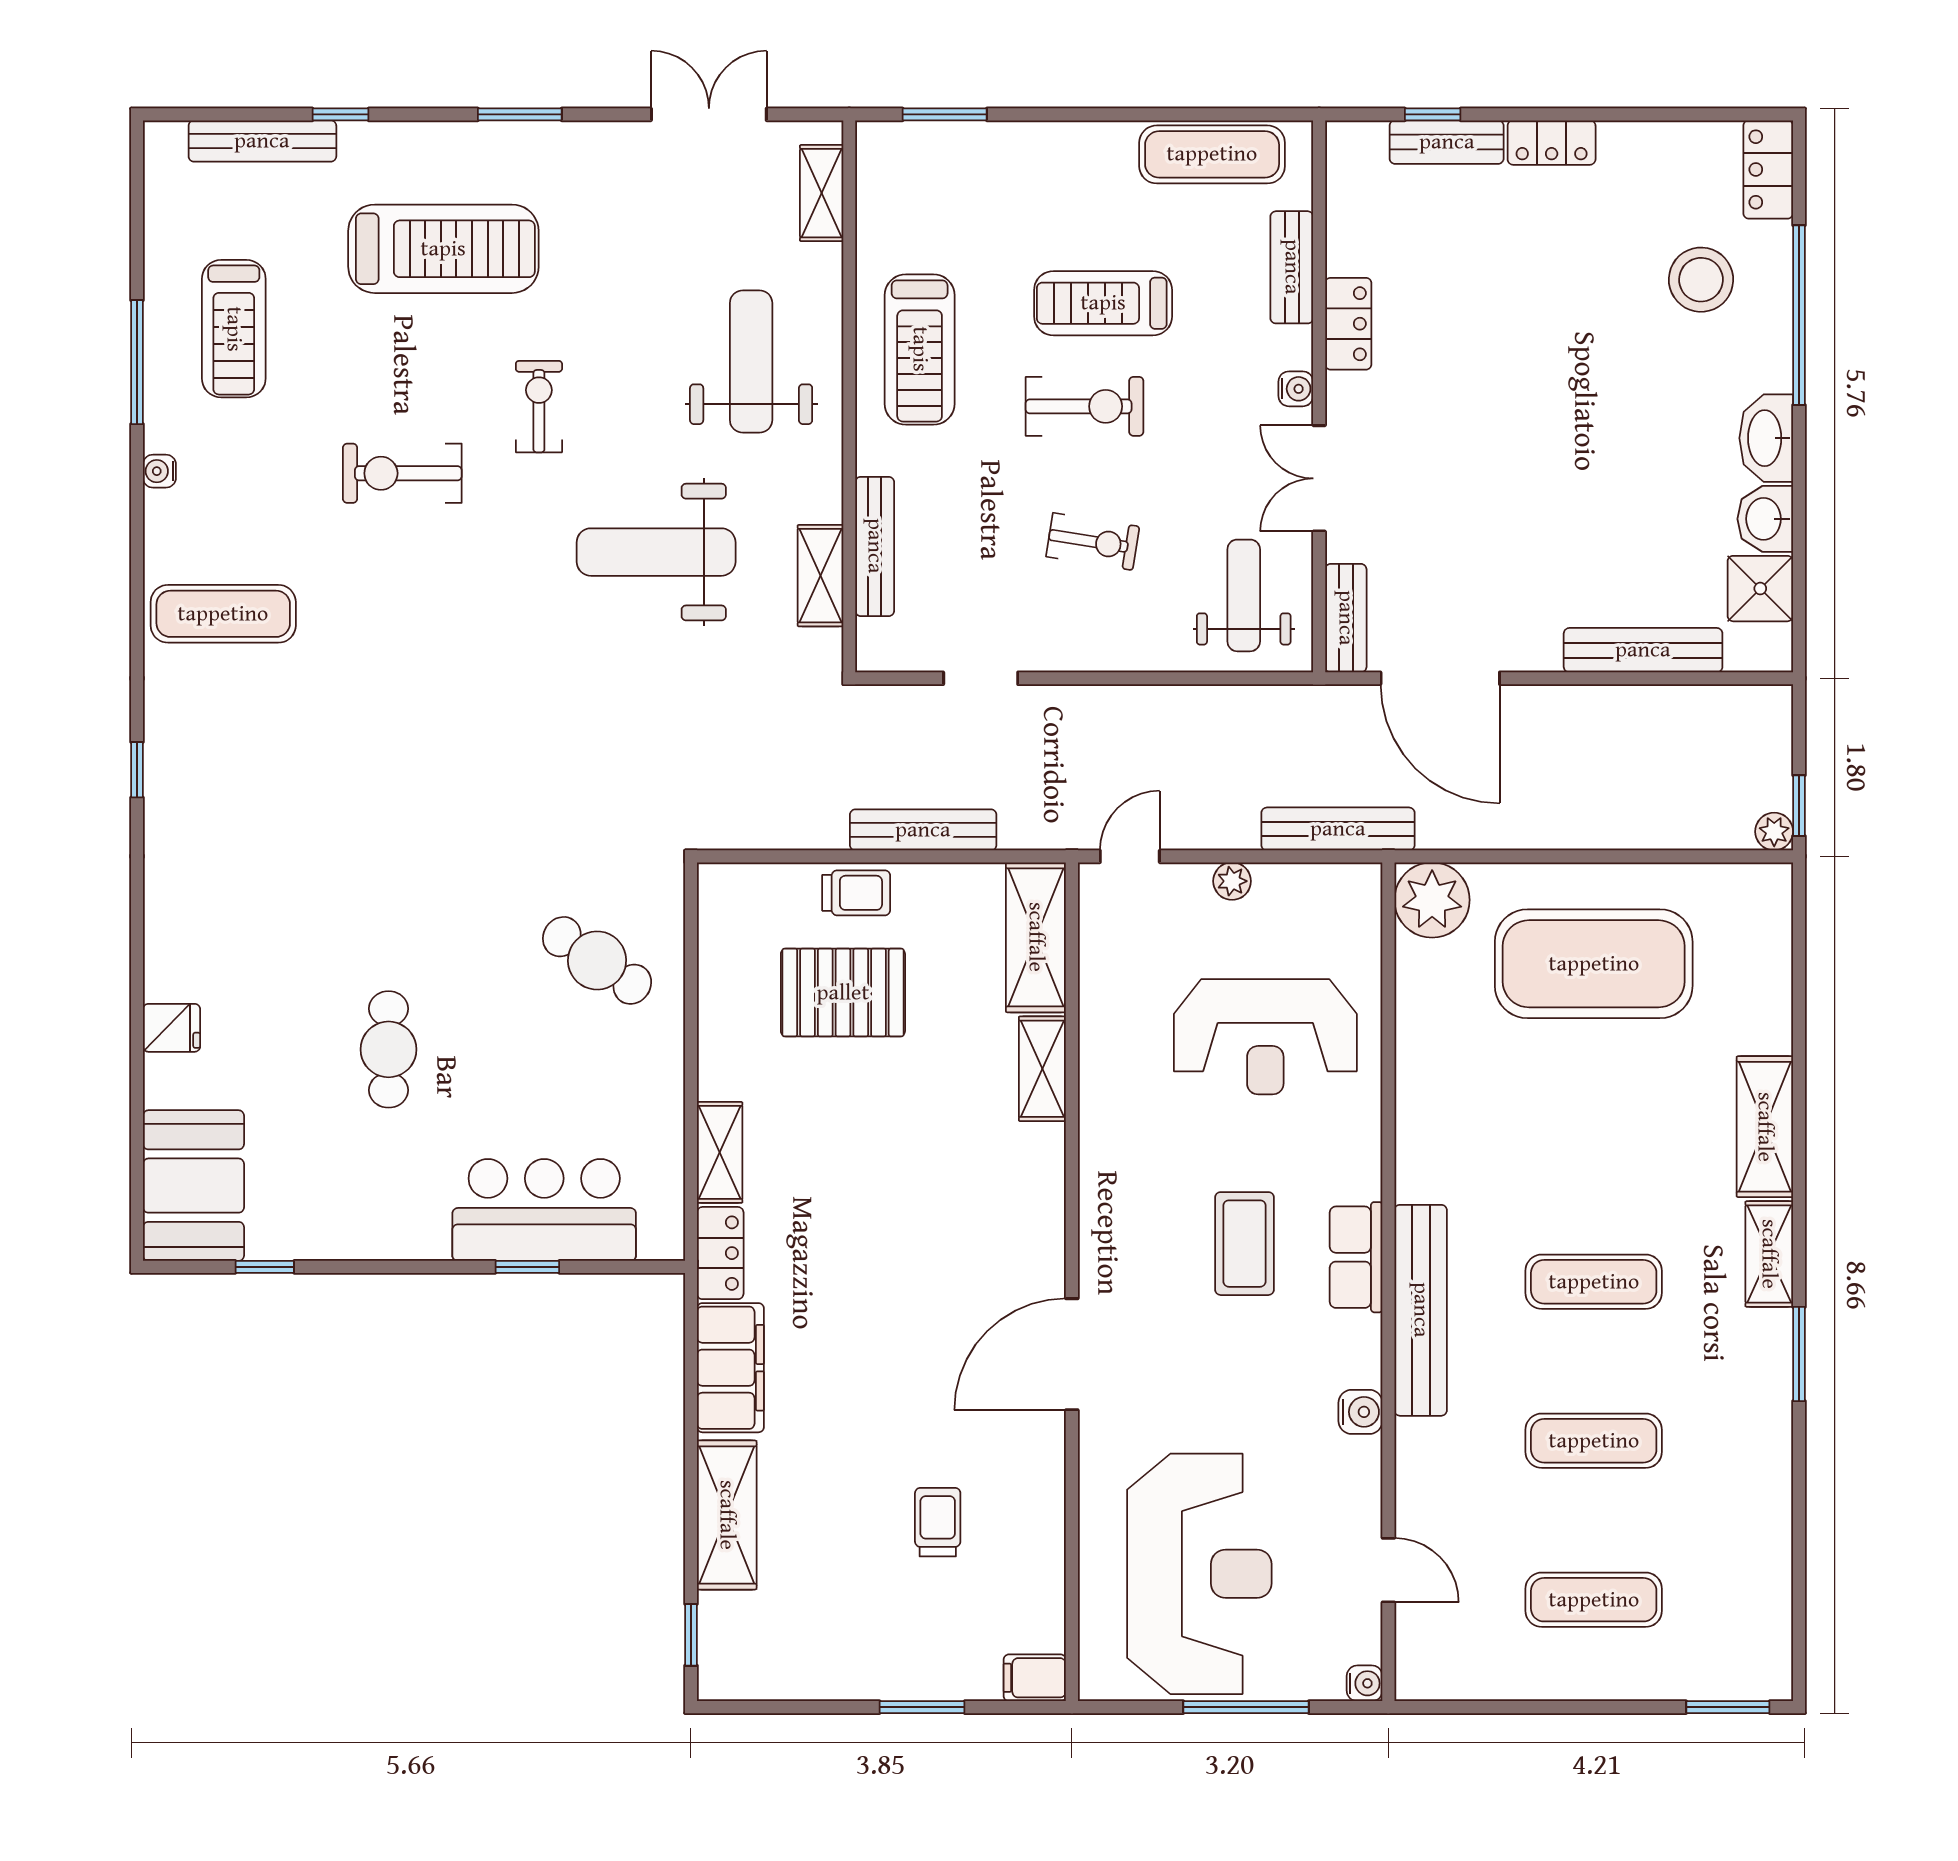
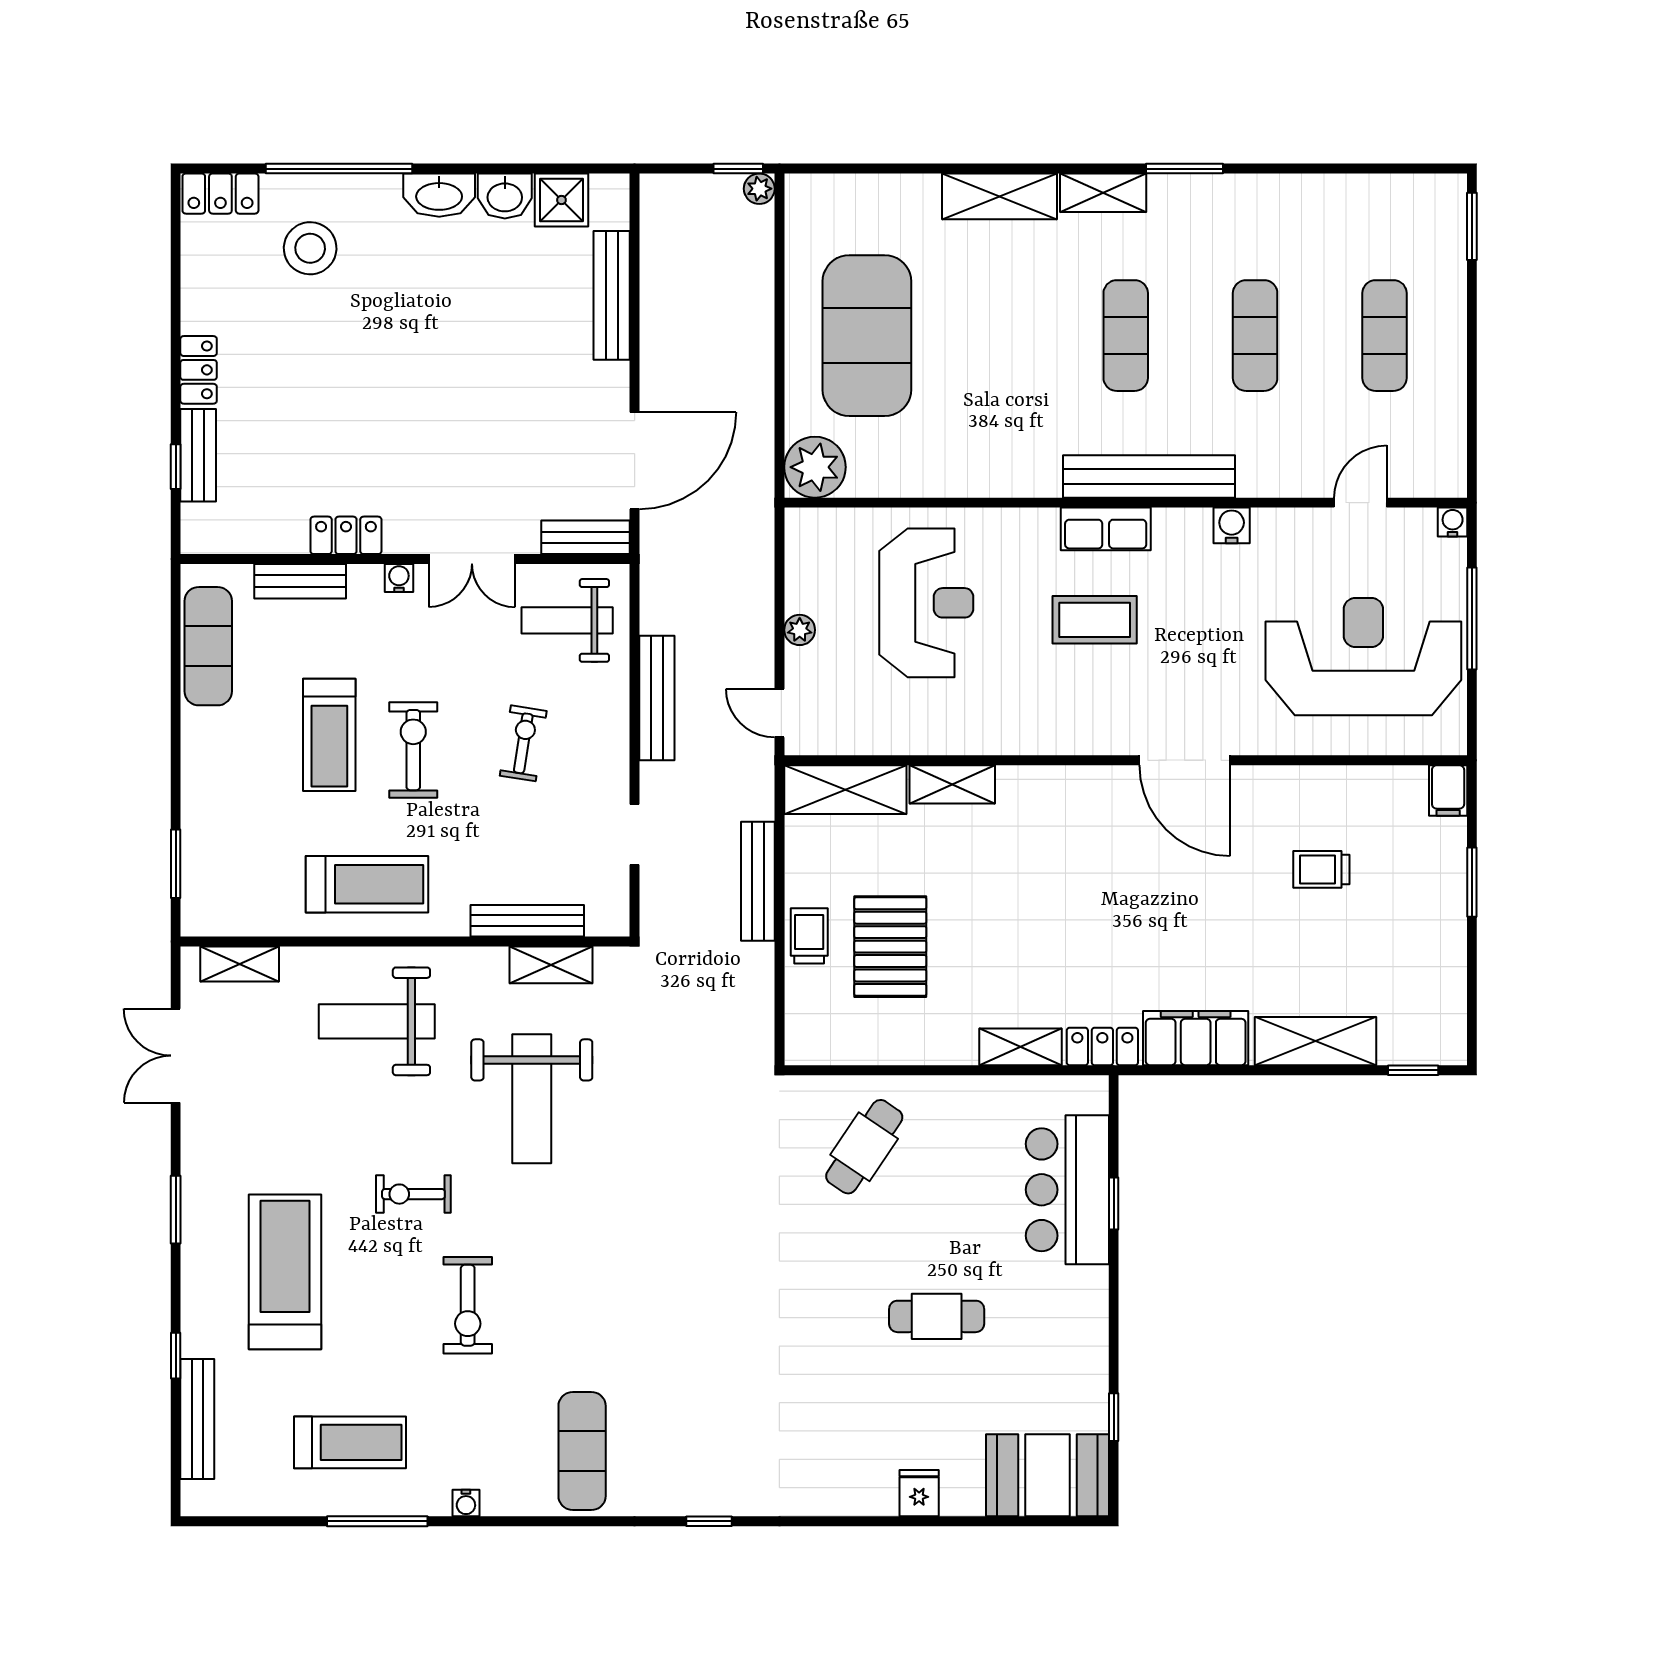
bench: (1338, 829) -> (657, 698), moved

